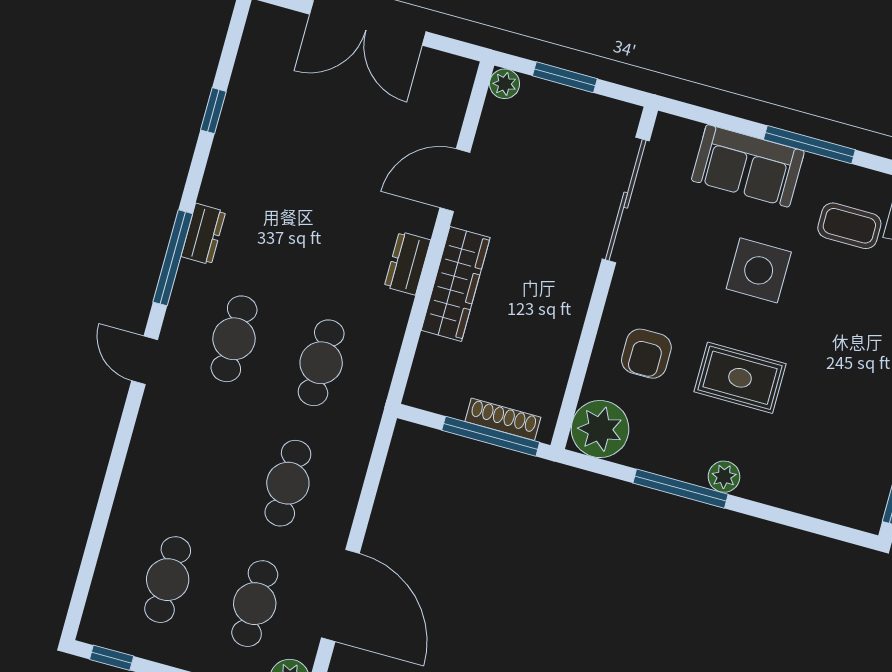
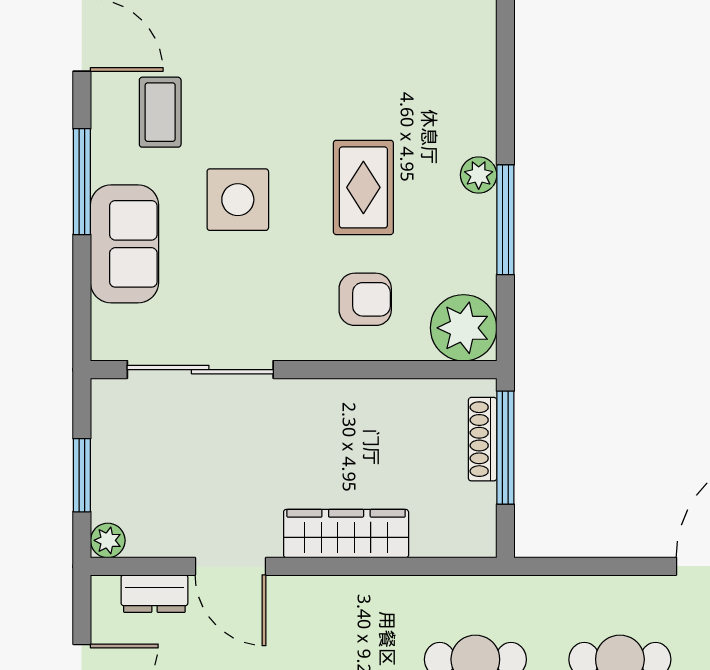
dresser: (407, 263) -> (154, 594), moved

